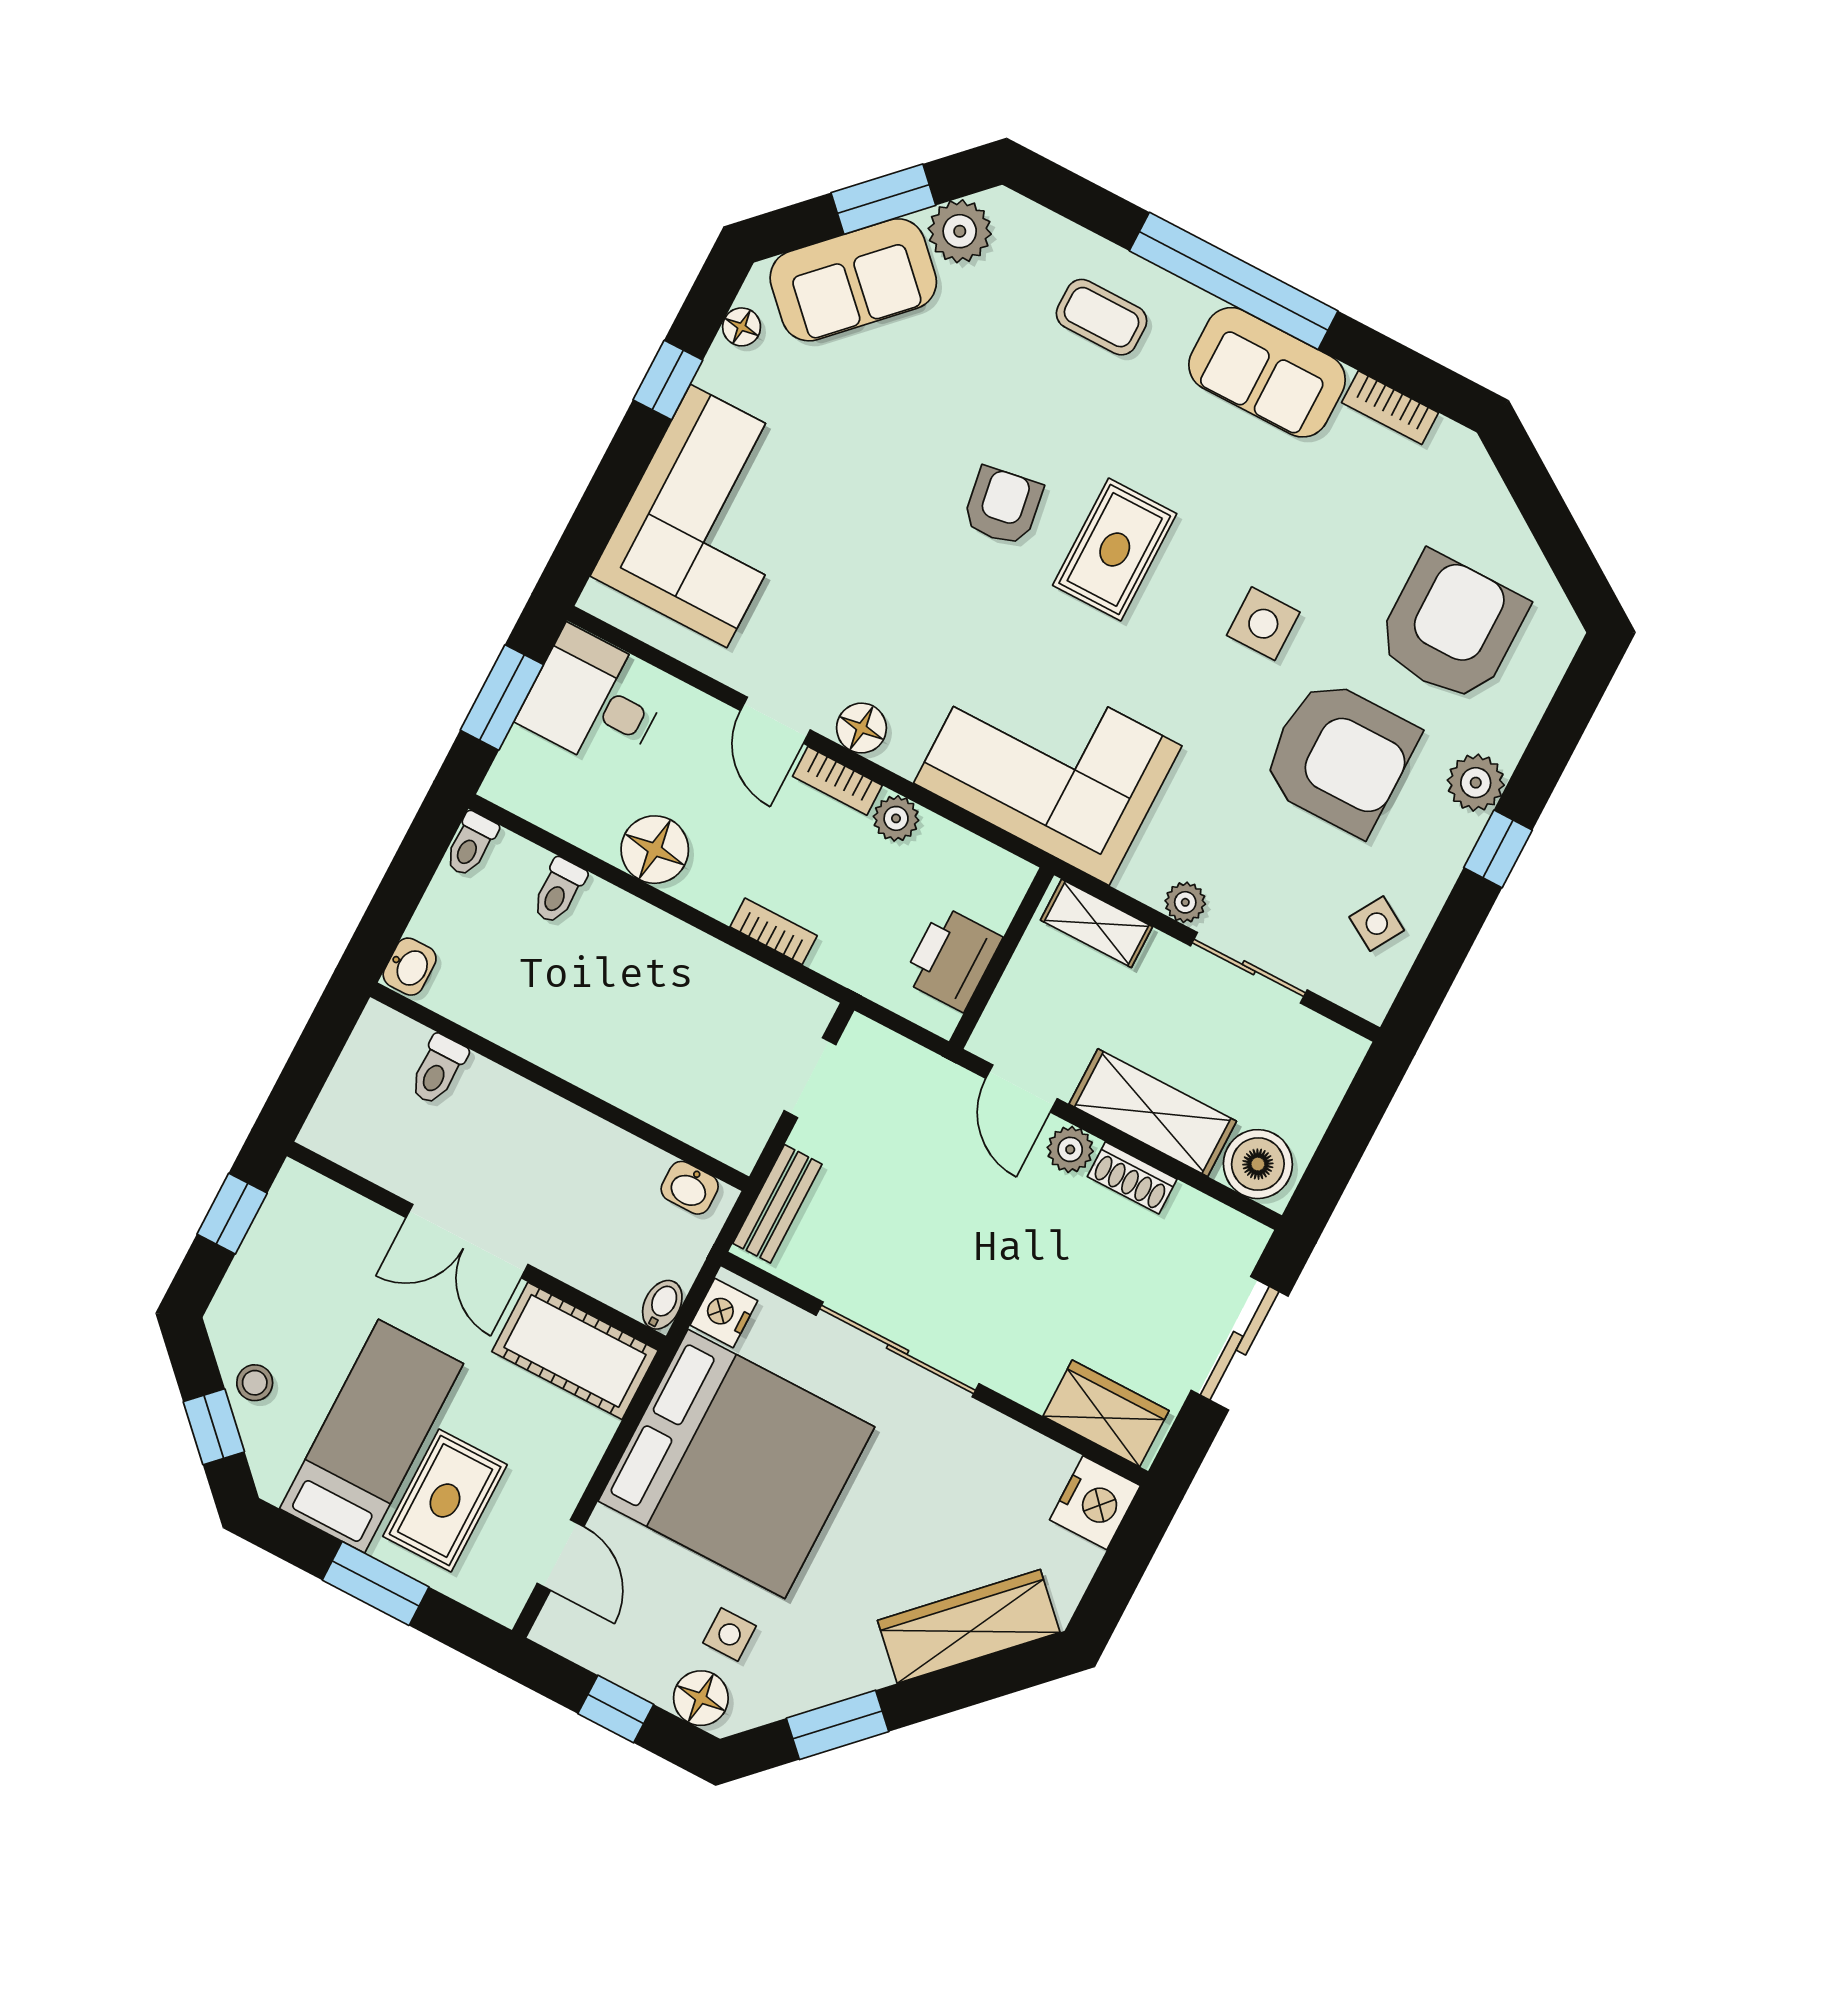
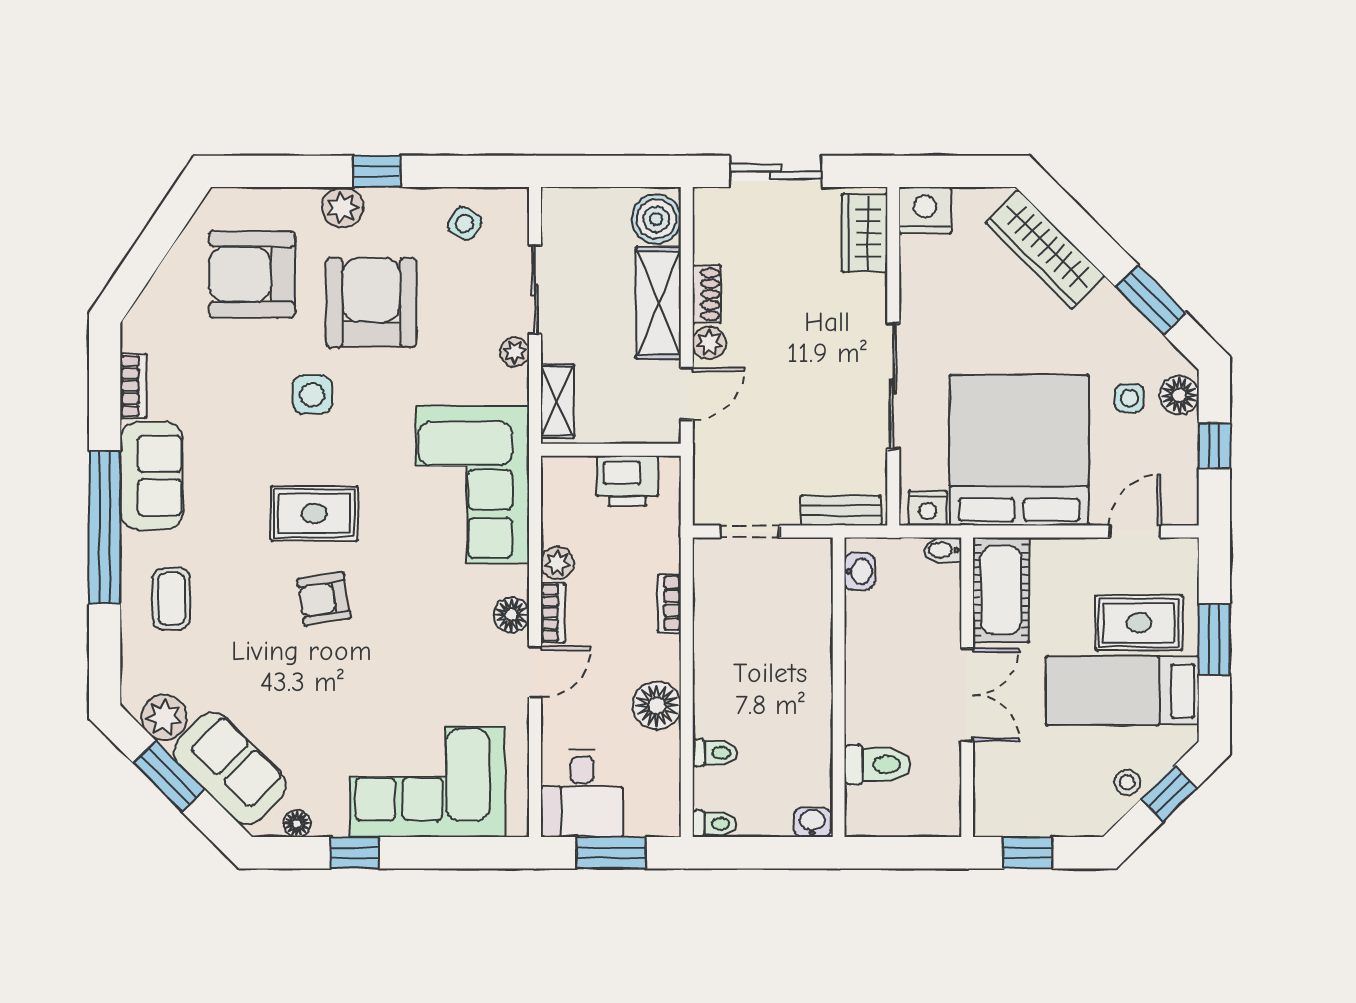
toilet: (438, 1070) -> (877, 765), width x1.37, depth x1.39

